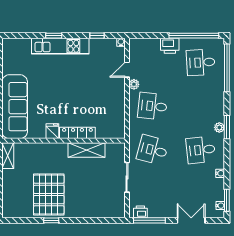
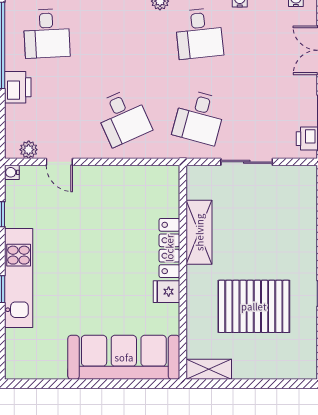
plant: (134, 84) -> (29, 150), moved
desk: (153, 106) -> (123, 117), turned -30
pallet: (49, 194) -> (254, 306), moved

